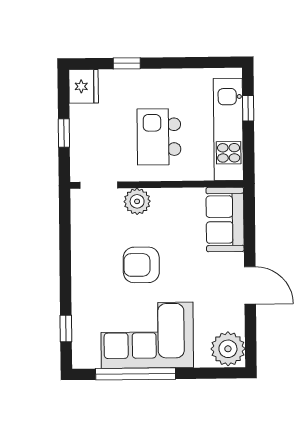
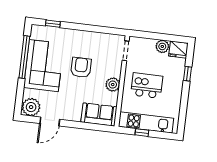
window: (248, 108) -> (142, 133), moved
plant: (82, 117) -> (162, 46), added
window: (64, 133) -> (155, 36), removed
plant: (137, 201) -> (113, 85), moved
door: (250, 285) -> (50, 121), moved

